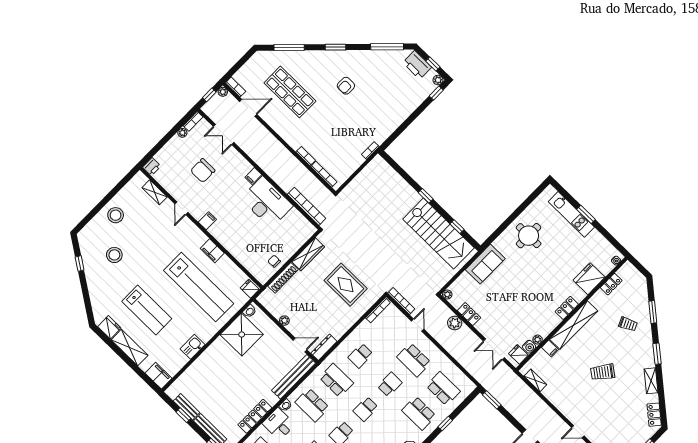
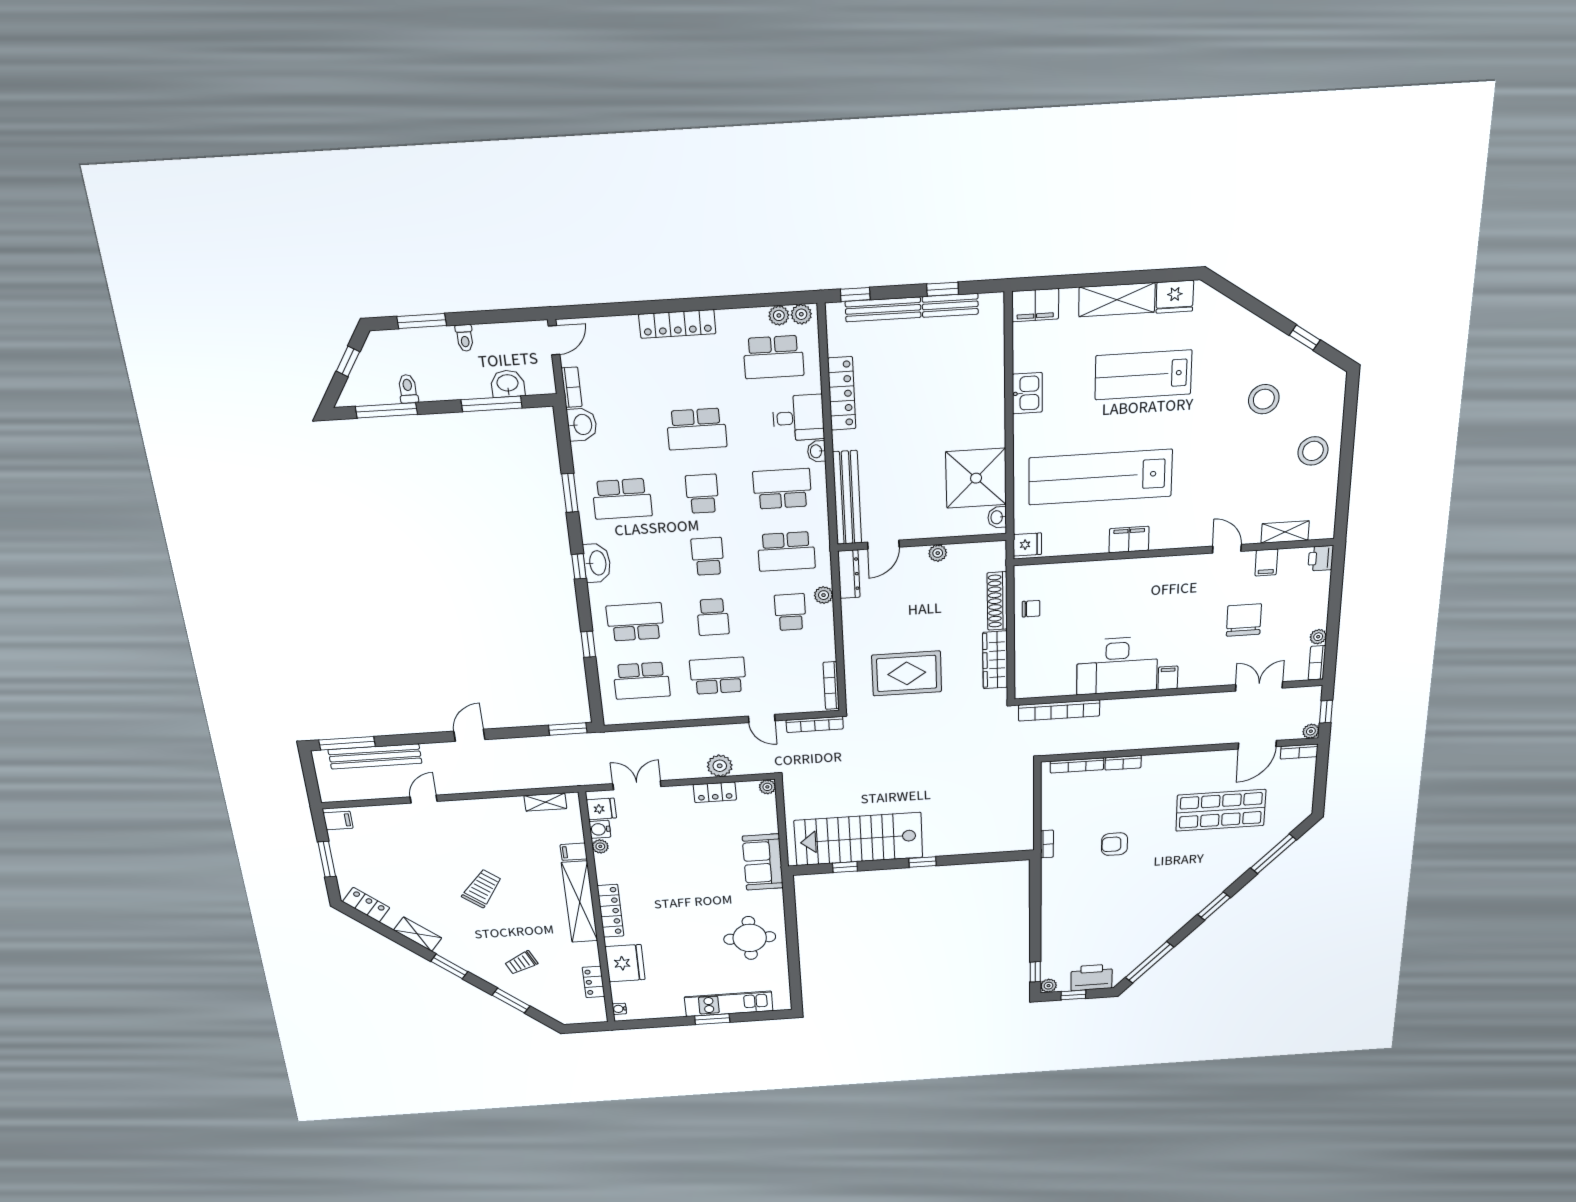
armchair: (346, 86) -> (1115, 844), moved, turned -90
filing cabinet: (207, 221) -> (1266, 562), moved
locker: (567, 308) -> (611, 911), width x1.53
plant: (342, 349) -> (824, 595), added

